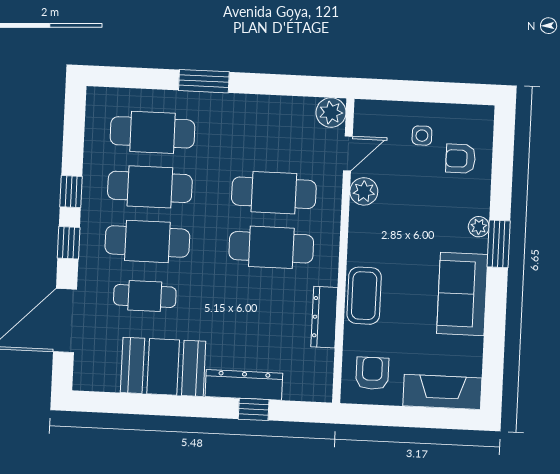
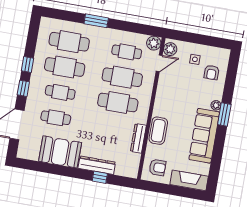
cafe table: (276, 138) -> (127, 52), added
armchair: (461, 159) -> (212, 72), turned -90
plant: (364, 191) -> (170, 49), moved
cafe table: (147, 241) -> (60, 92), width x0.73, depth x0.74
sofa: (462, 294) -> (204, 136), width x1.36
armchair: (372, 373) -> (157, 167), turned 90

